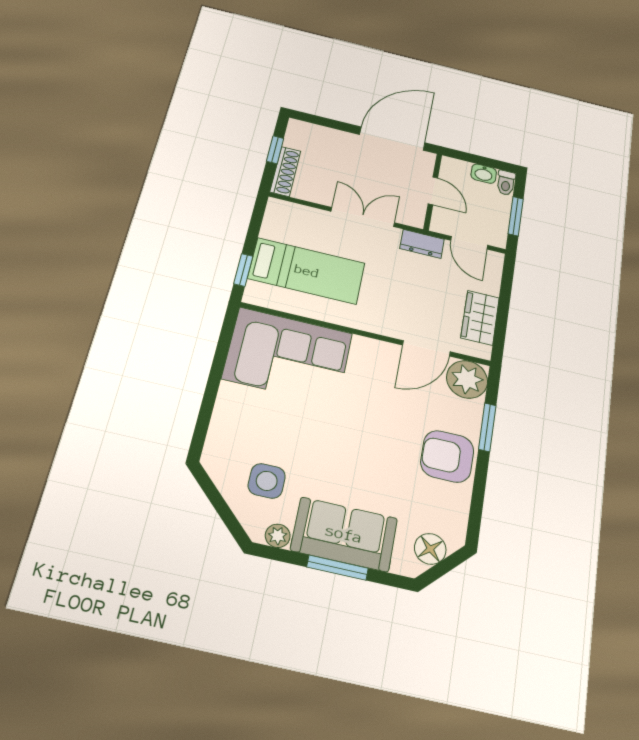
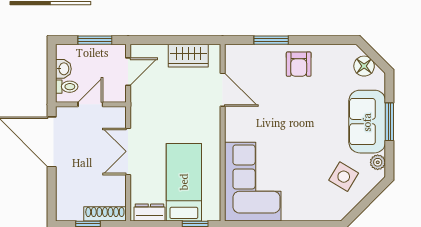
toilet: (506, 183) -> (67, 87), moved
dresser: (422, 244) -> (149, 212), moved, turned -90
plant: (467, 379) -> (239, 59), removed
armchair: (447, 456) -> (299, 64), width x0.72, depth x0.72
side table: (267, 481) -> (344, 177), turned 31

